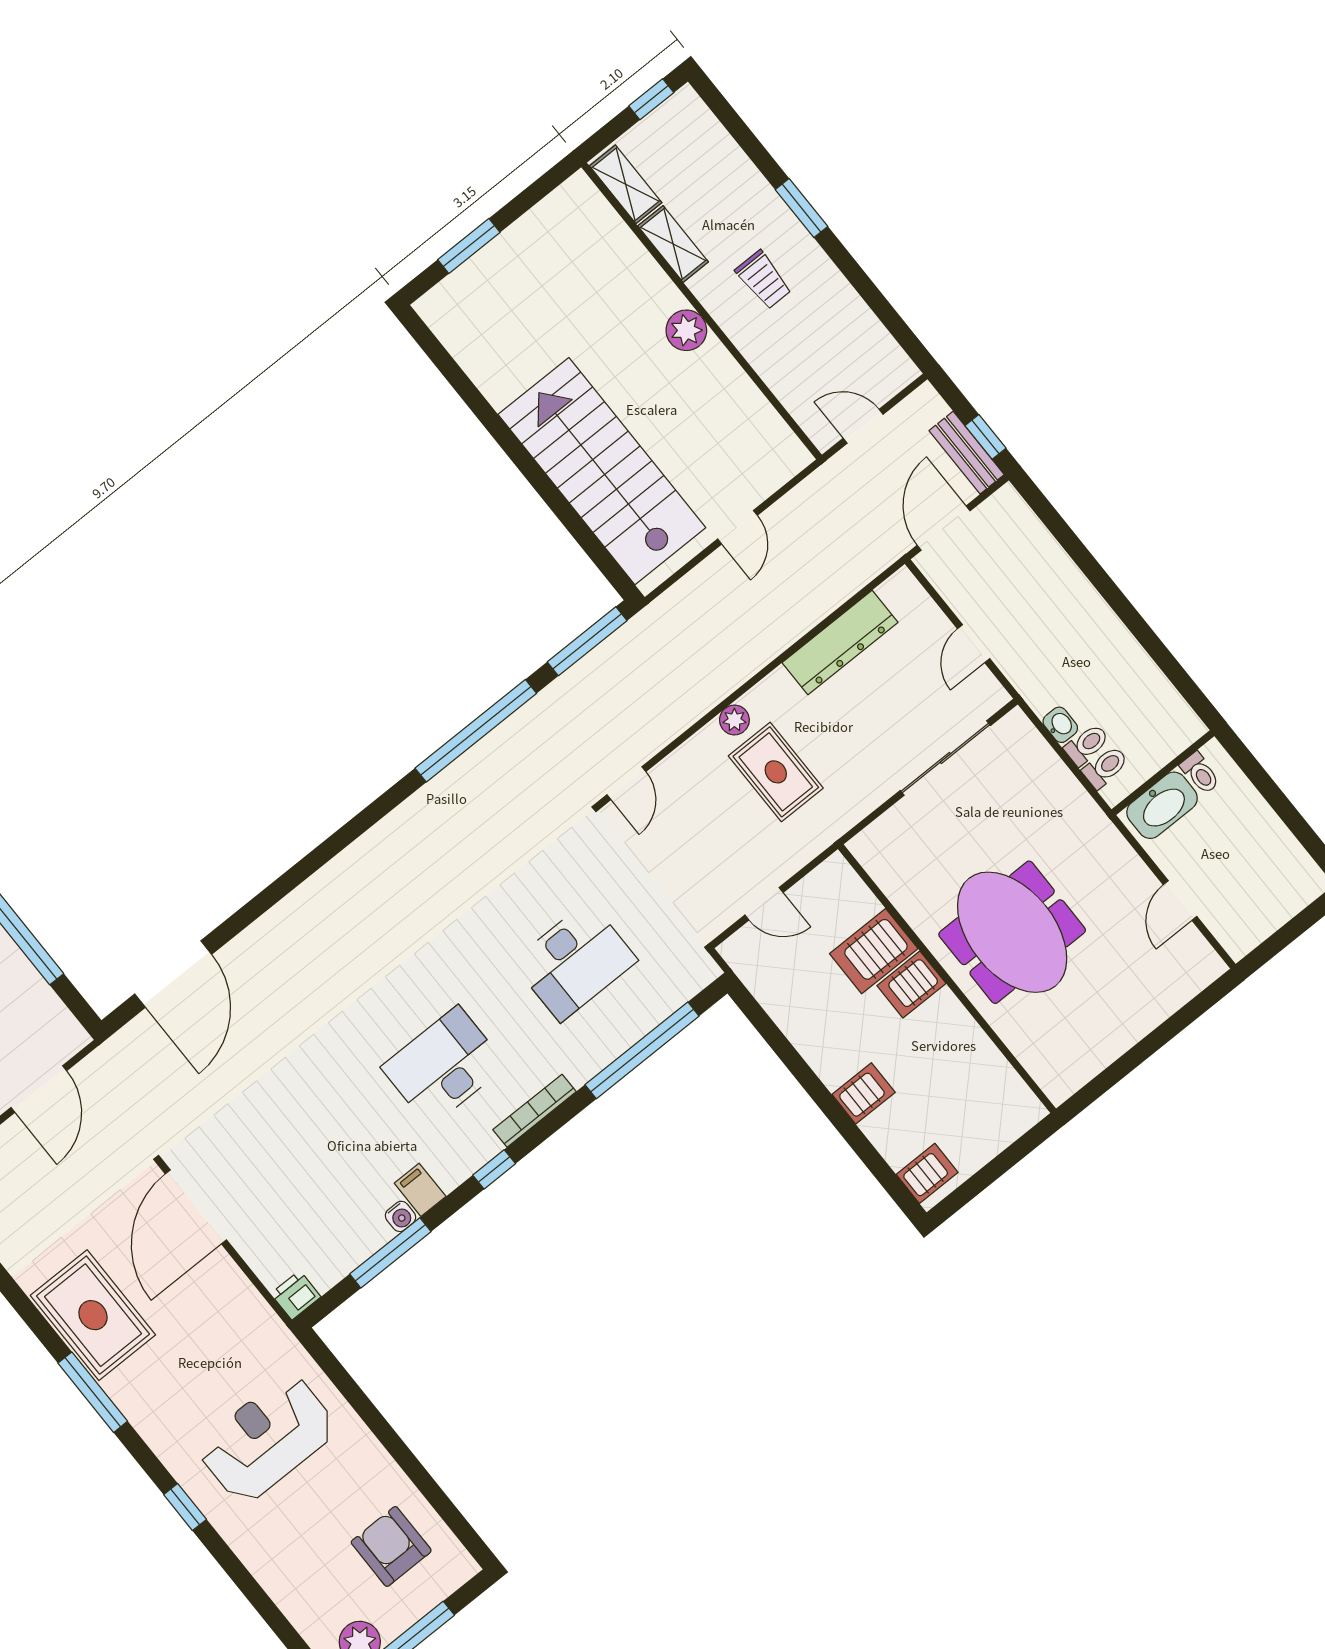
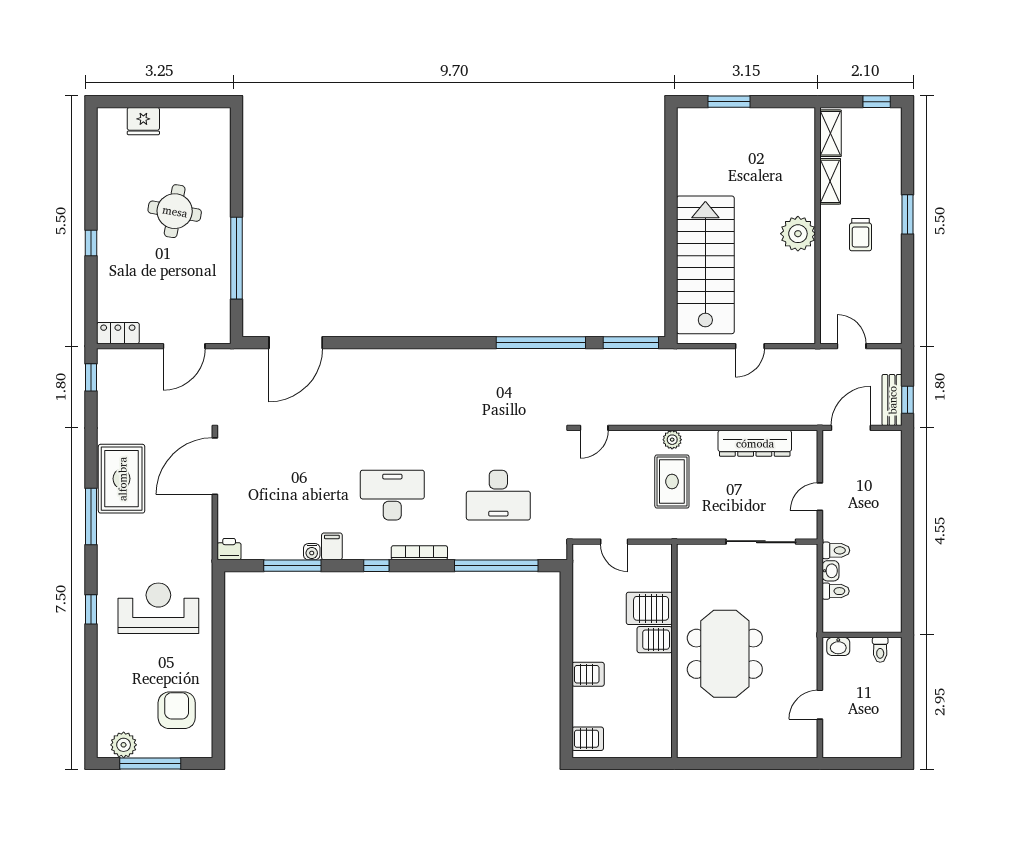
plant: (686, 330) -> (798, 234), width x1.36, depth x1.36
toilet: (1105, 767) -> (836, 550), moved
washbasin: (1162, 805) -> (838, 646), width x0.52, depth x0.69

